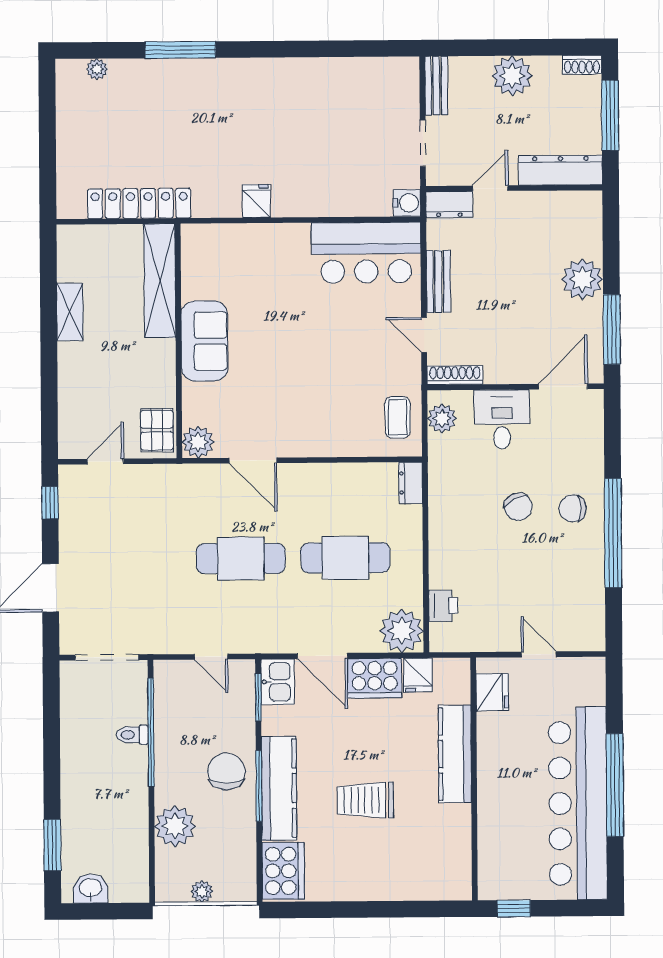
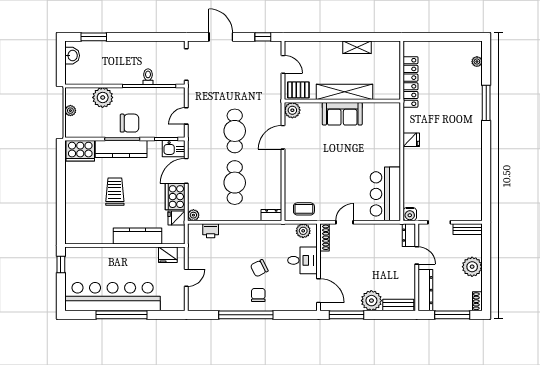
shelving: (160, 281) -> (345, 92), moved
bench: (438, 281) -> (398, 305), moved
plant: (402, 631) -> (193, 215), width x0.53, depth x0.53

